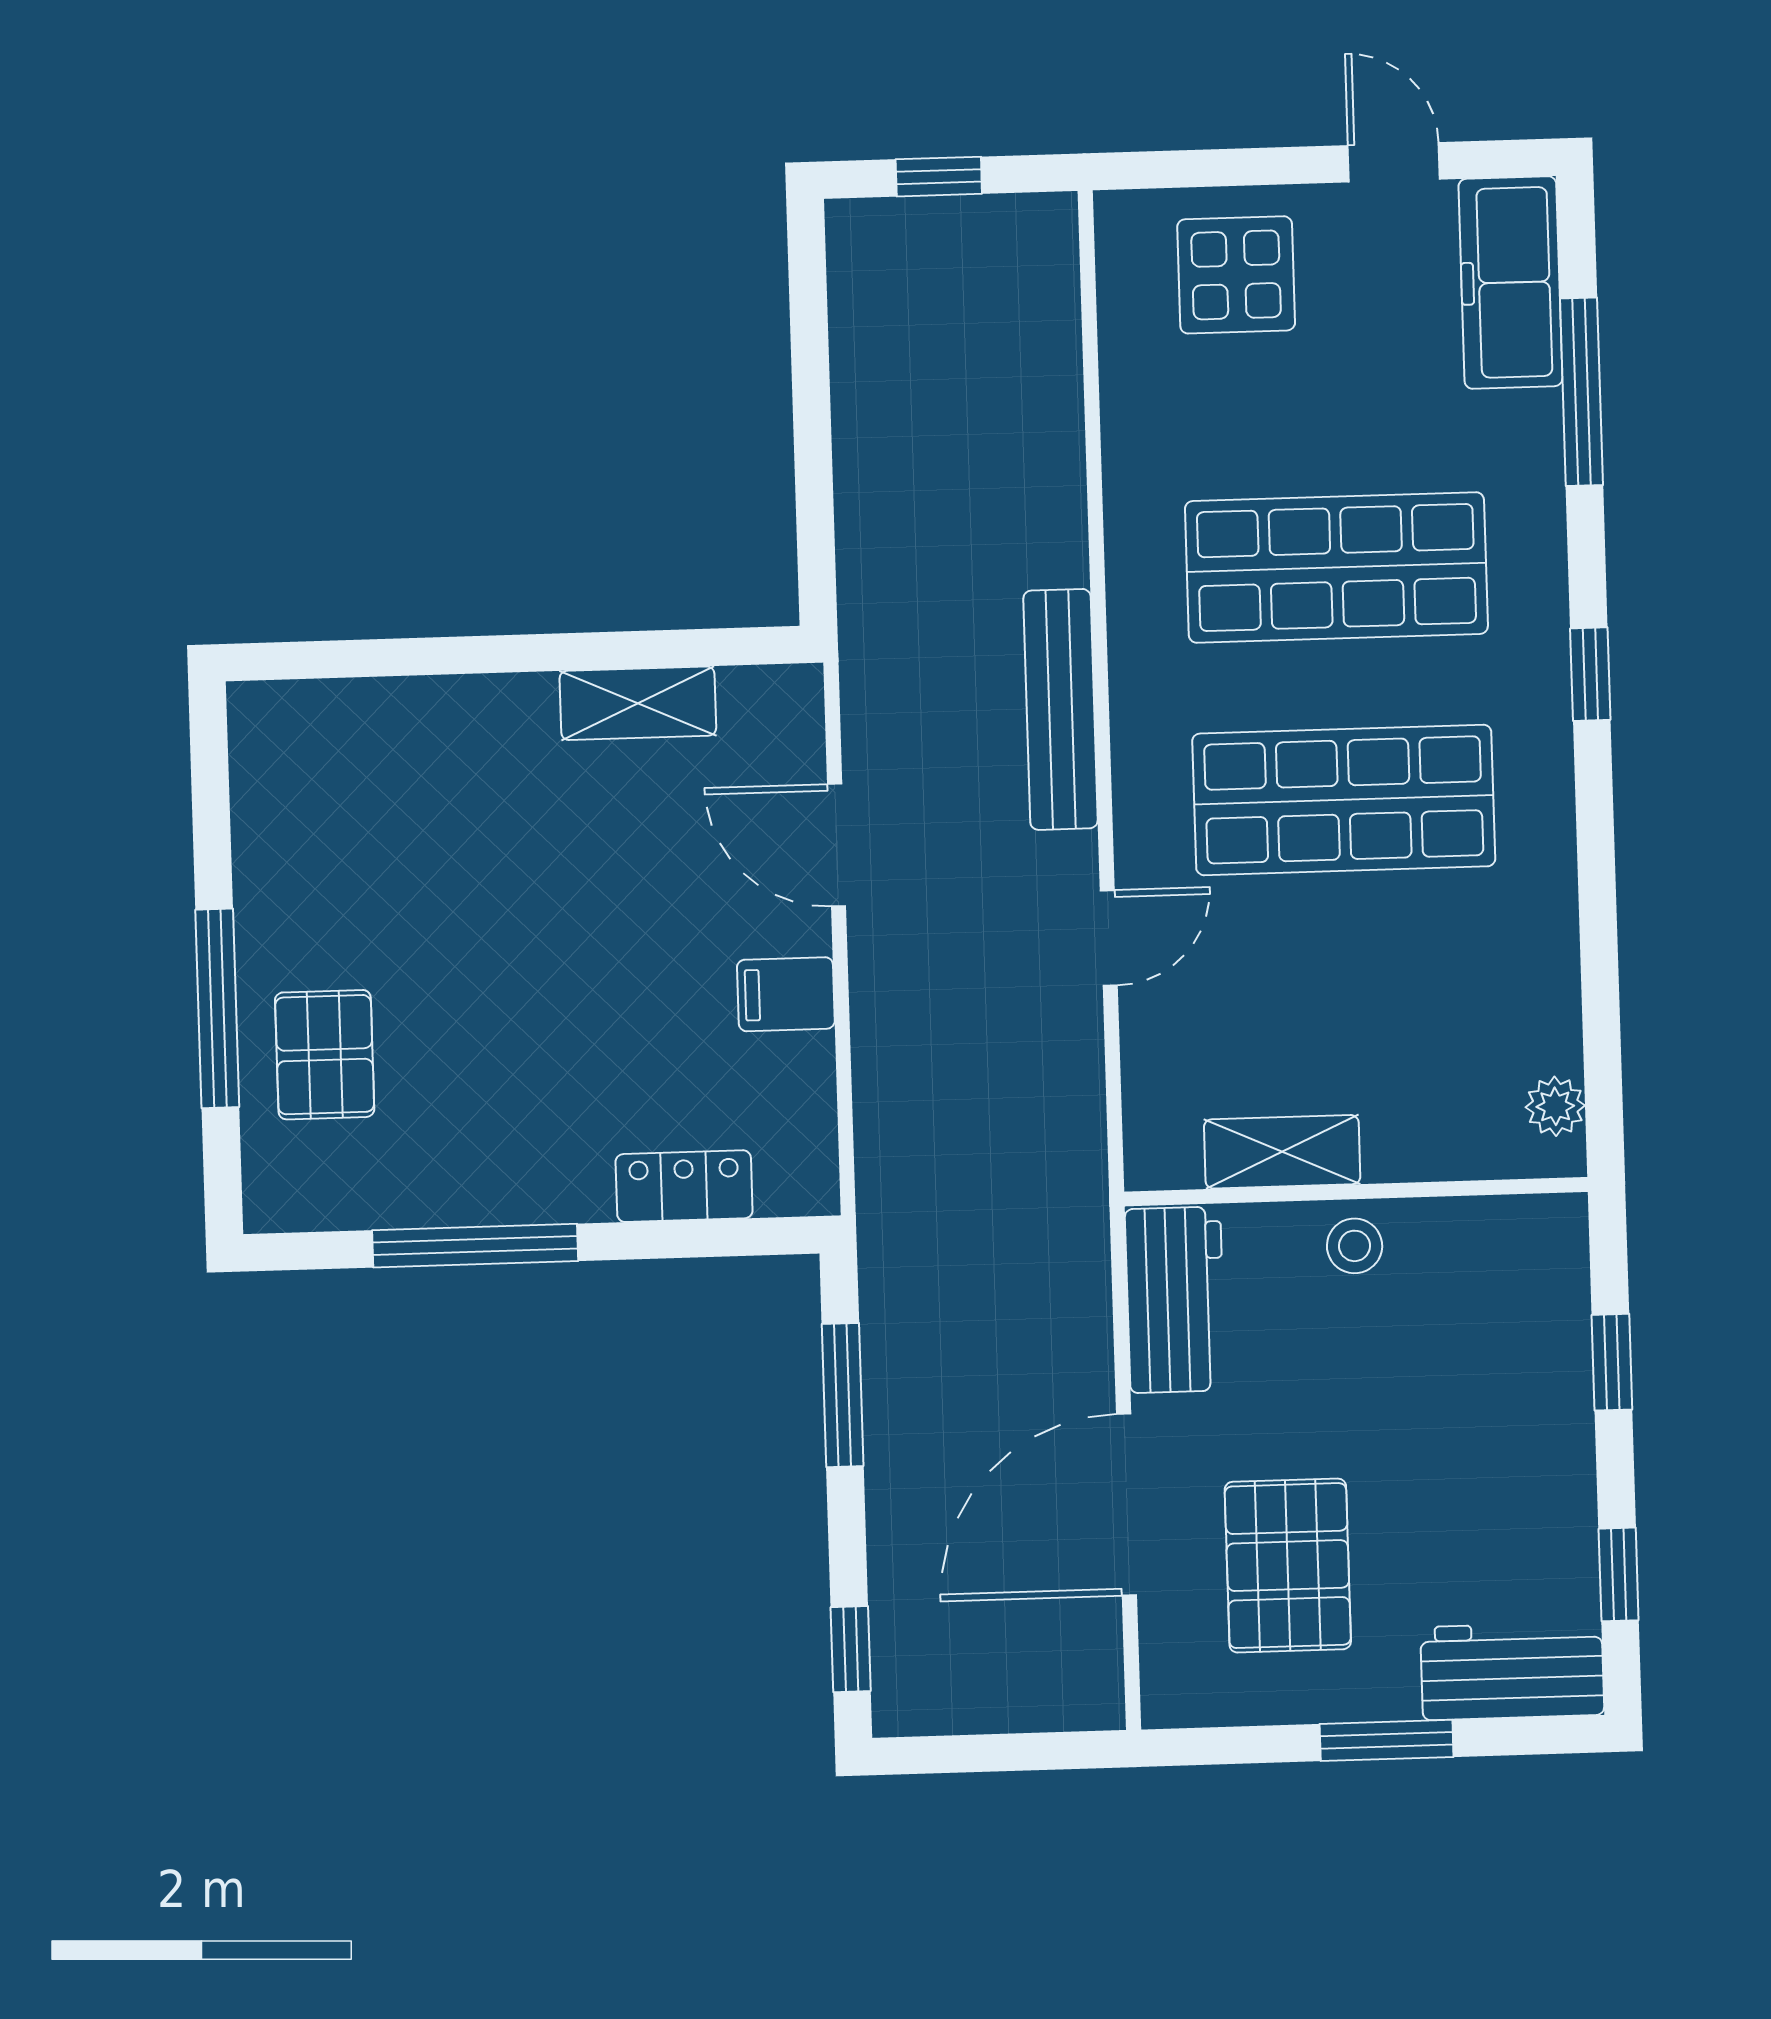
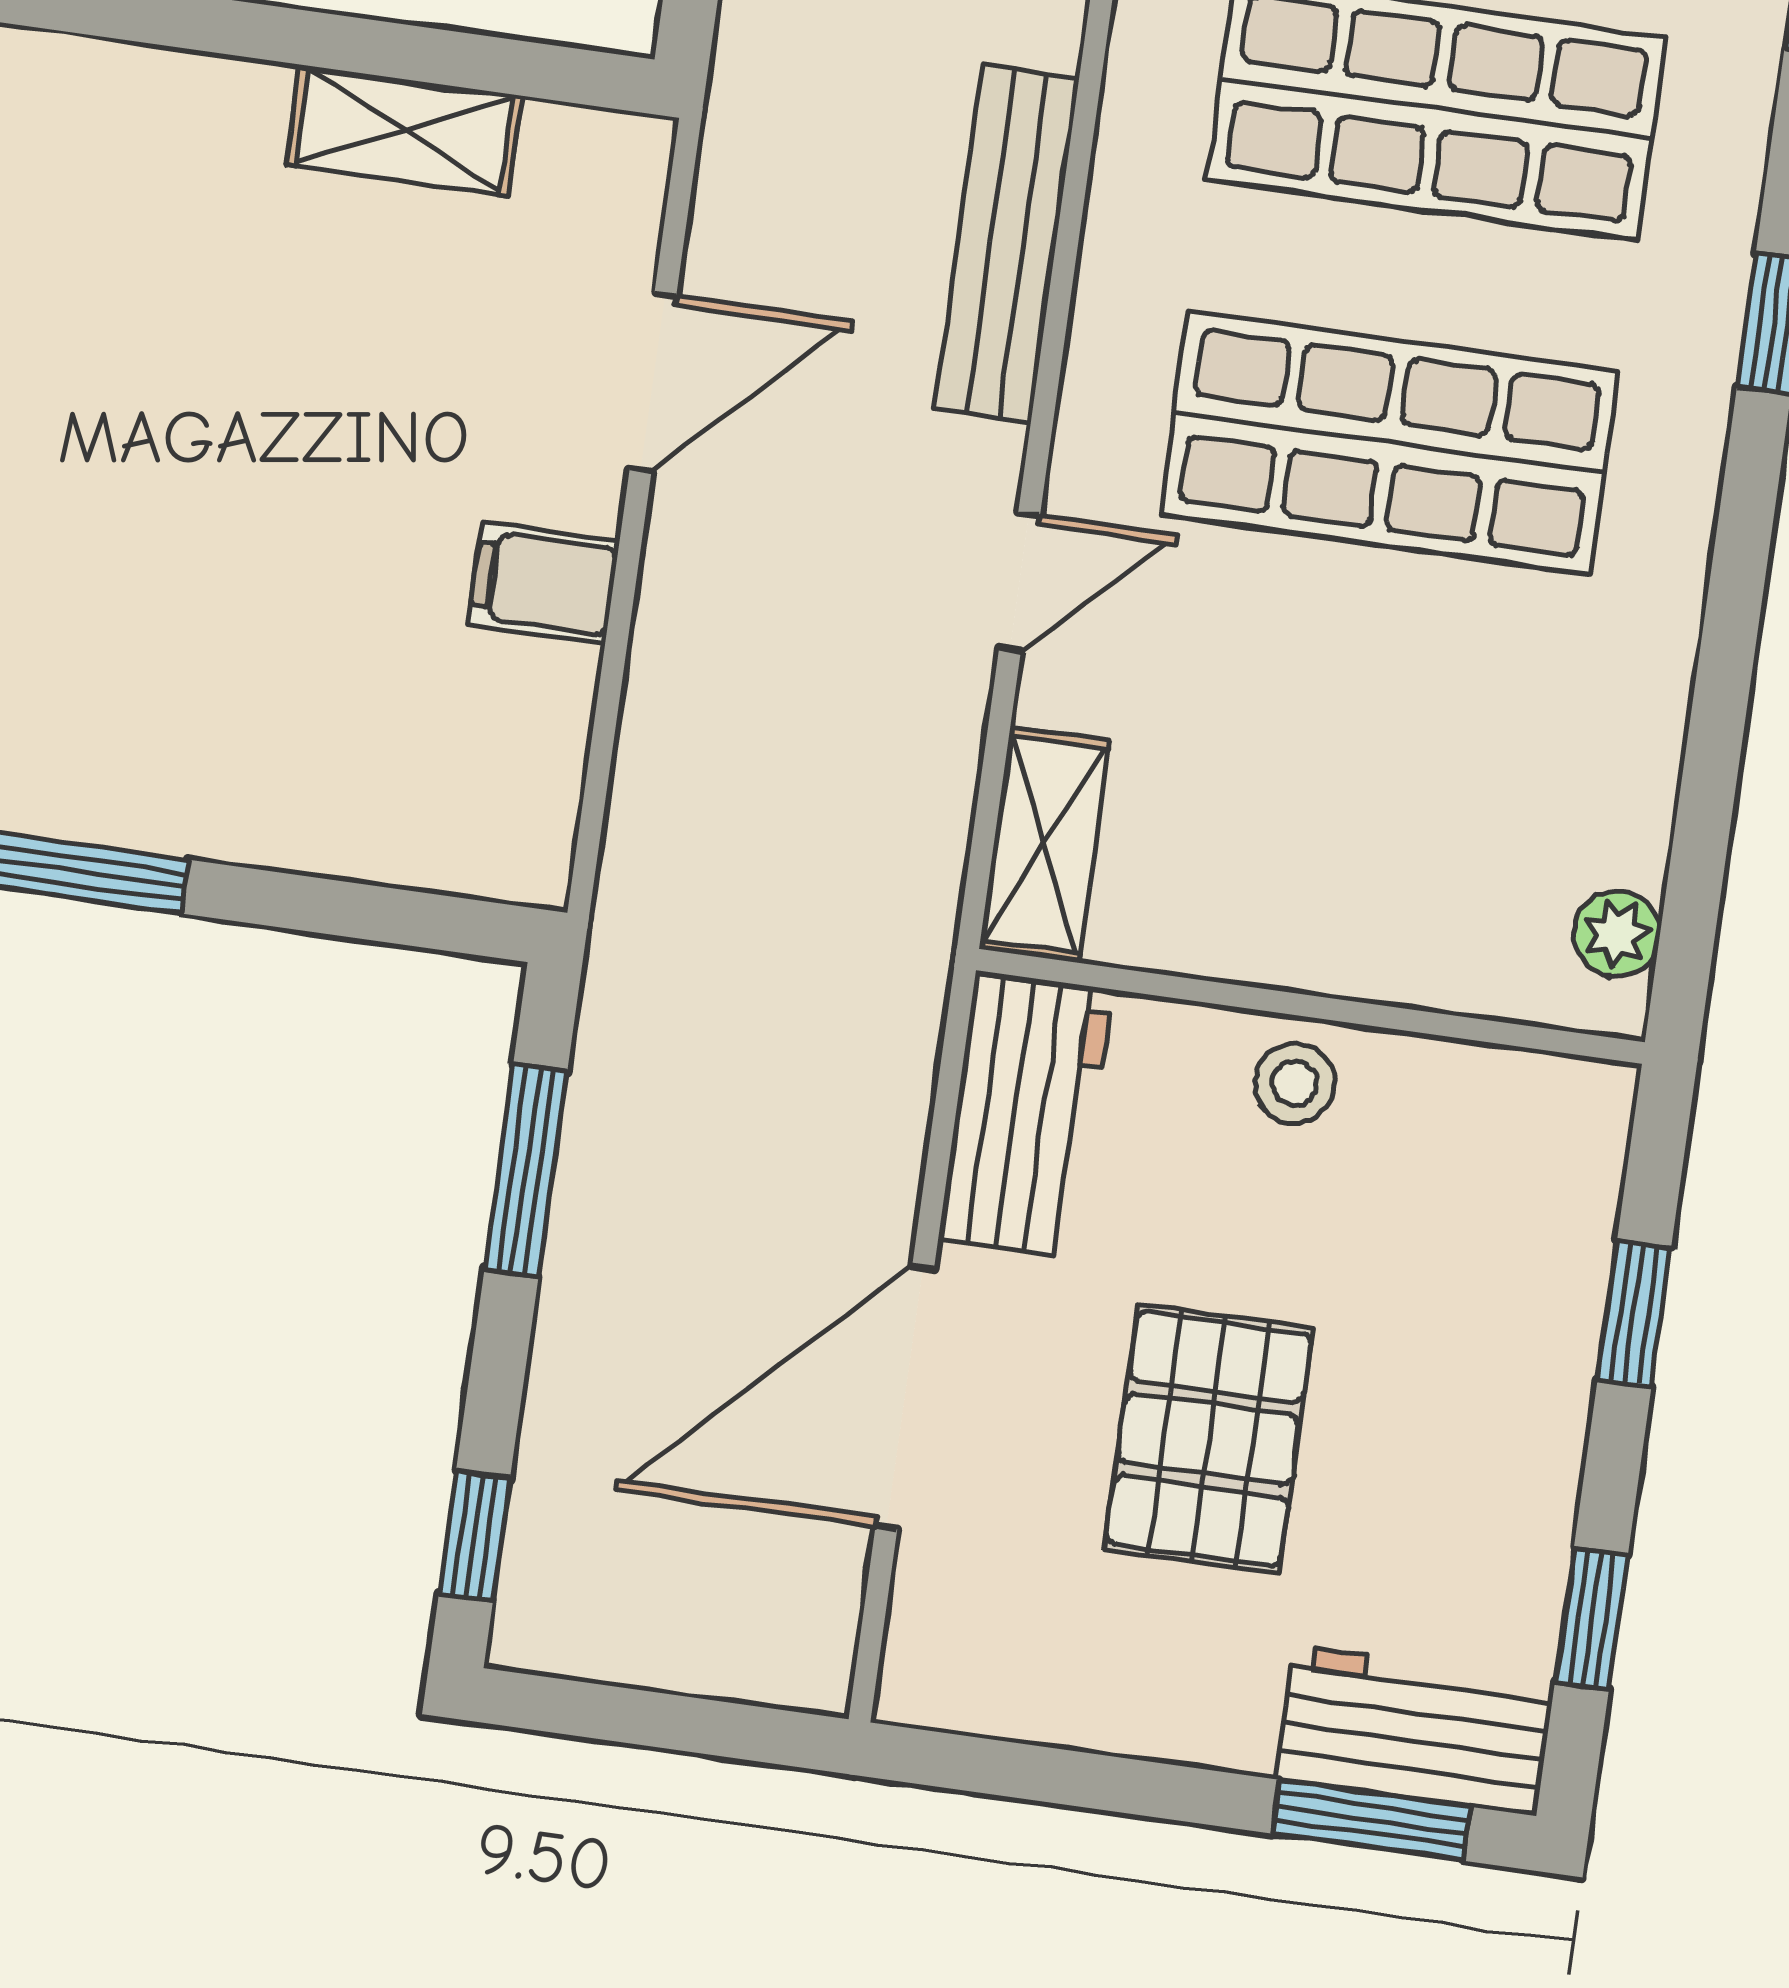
door: (837, 845) -> (653, 382), swing flipped
shelving: (1282, 1152) -> (1044, 845), moved, turned 90
locker: (684, 1186) -> (351, 832), removed
pallet: (1288, 1566) -> (1209, 1439), moved
window: (1387, 1740) -> (1371, 1820), moved

